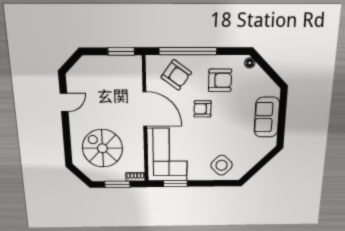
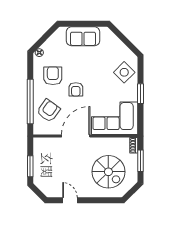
window: (121, 51) -> (30, 166), moved
spiral stairs: (102, 148) -> (108, 172), turned -90
window: (175, 184) -> (141, 94), moved

